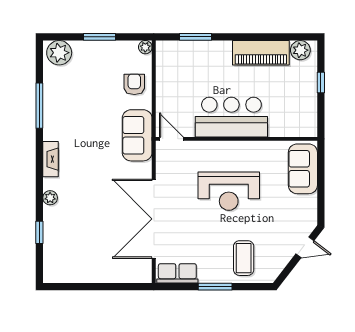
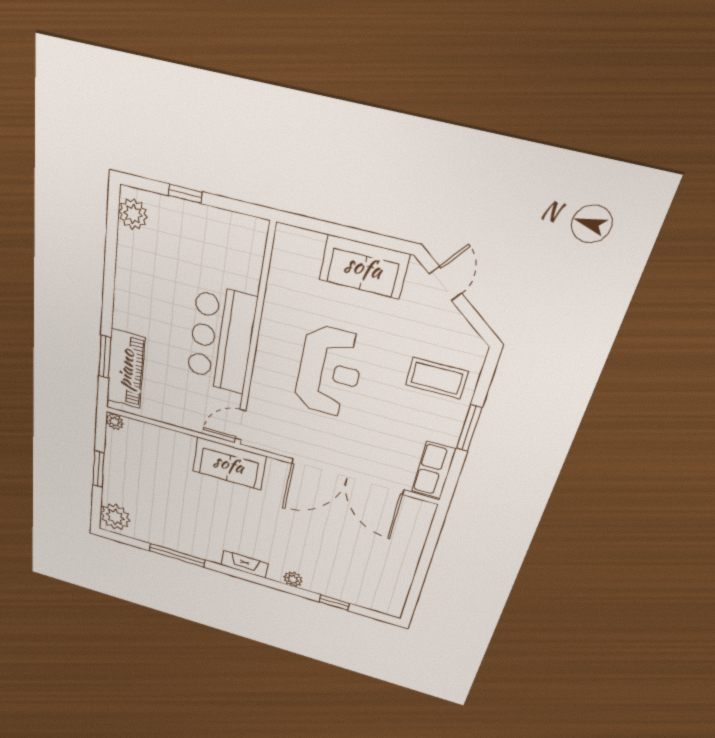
piano: (261, 53) -> (126, 369), moved
armchair: (134, 84) -> (162, 448), removed
sofa: (303, 169) -> (364, 267), moved

